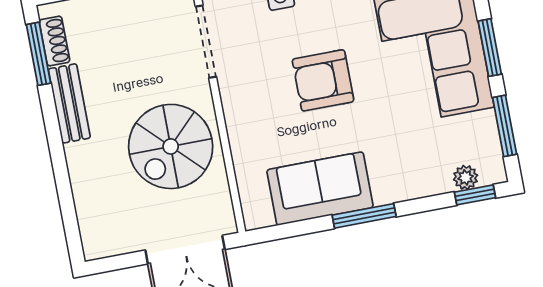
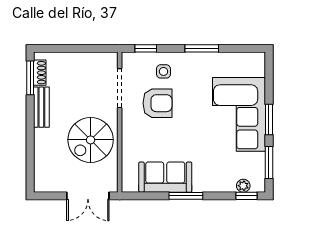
armchair: (323, 80) -> (157, 103), moved, turned 180

